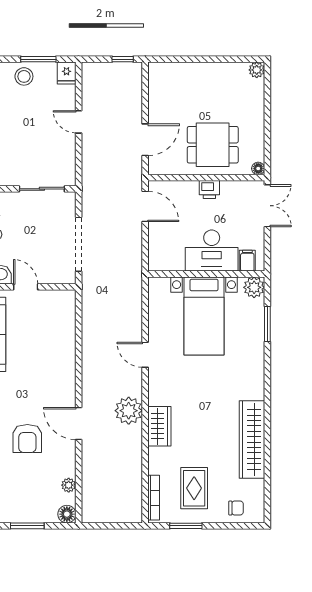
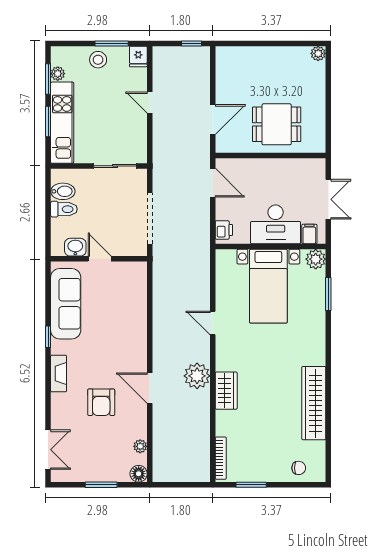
floor lamp: (258, 168) -> (320, 147), removed
printer: (209, 190) -> (224, 230), moved, turned -90
double door: (267, 206) -> (328, 199), moved
rug: (194, 488) -> (259, 449), removed

